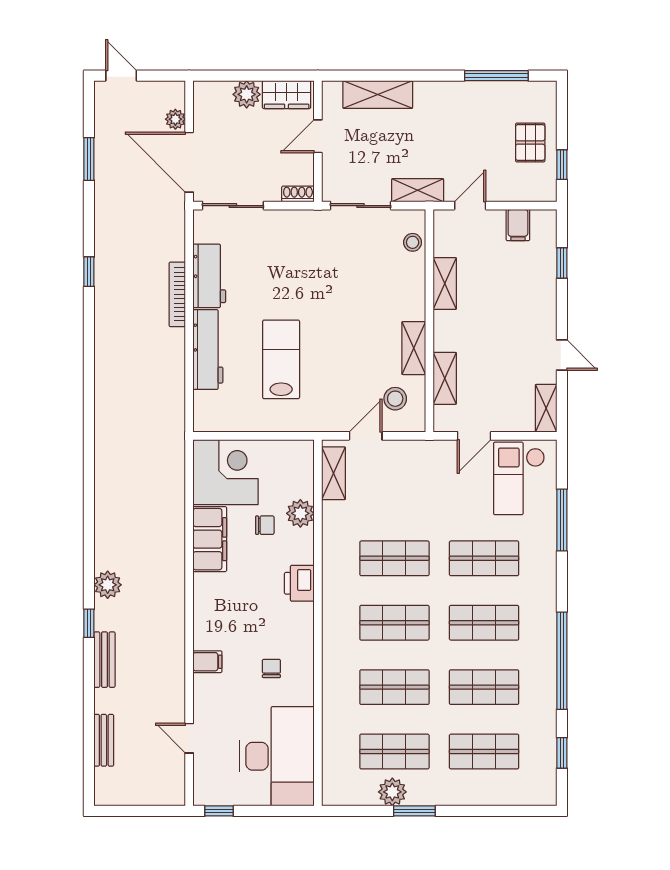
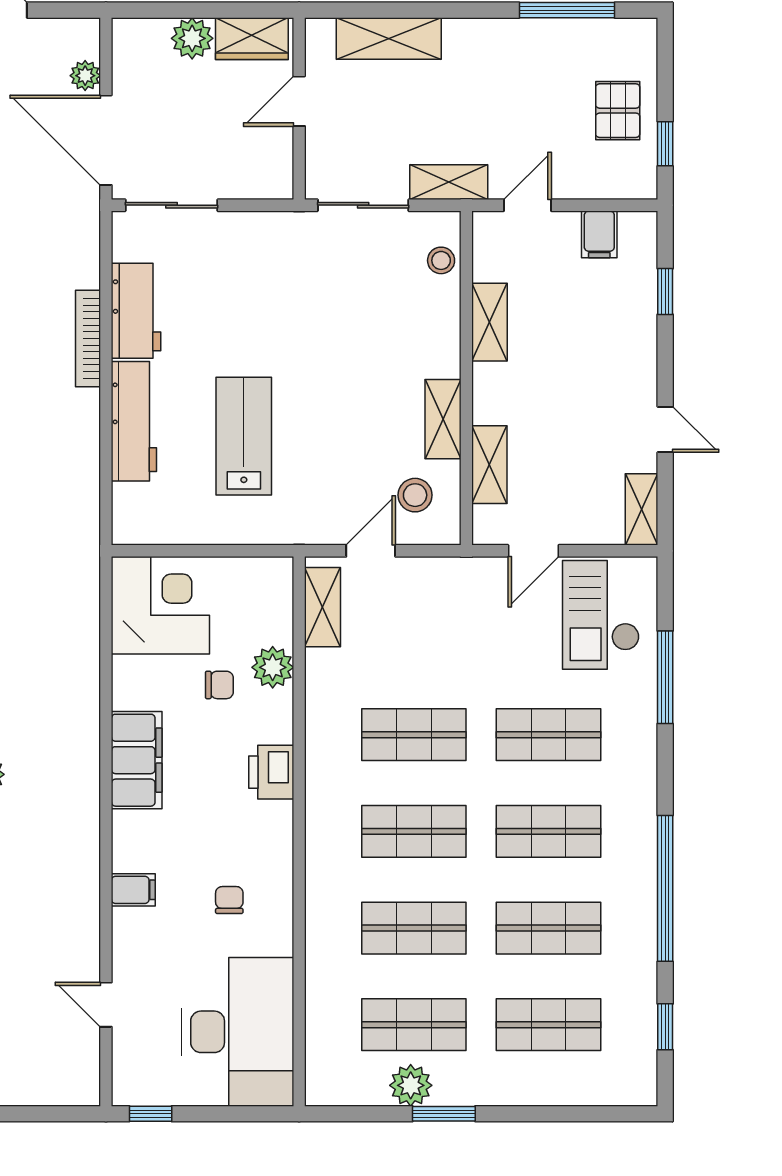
shoe rack: (298, 194) -> (269, 188), removed
filing cabinet: (210, 539) -> (137, 760), moved

